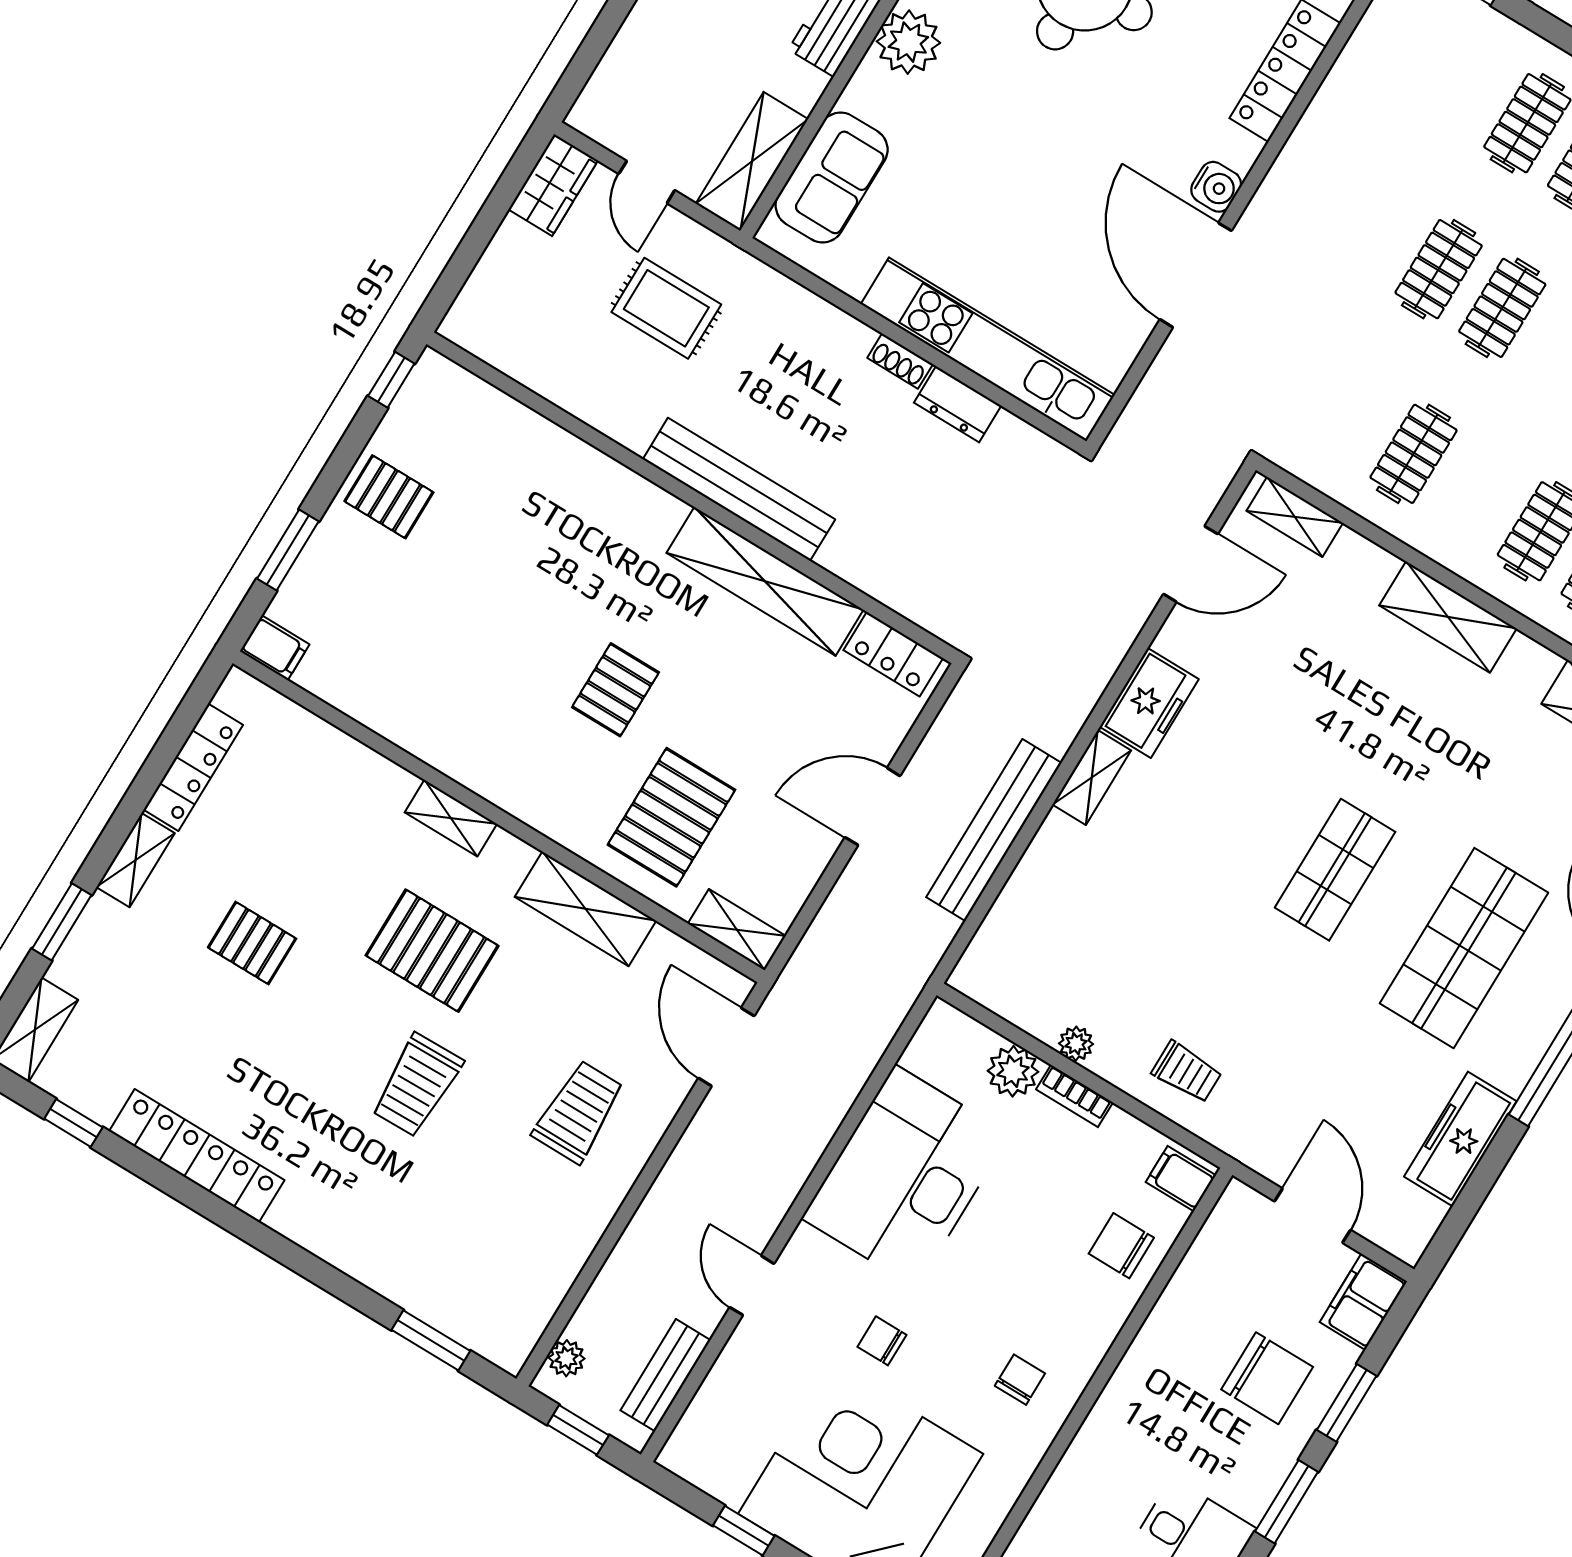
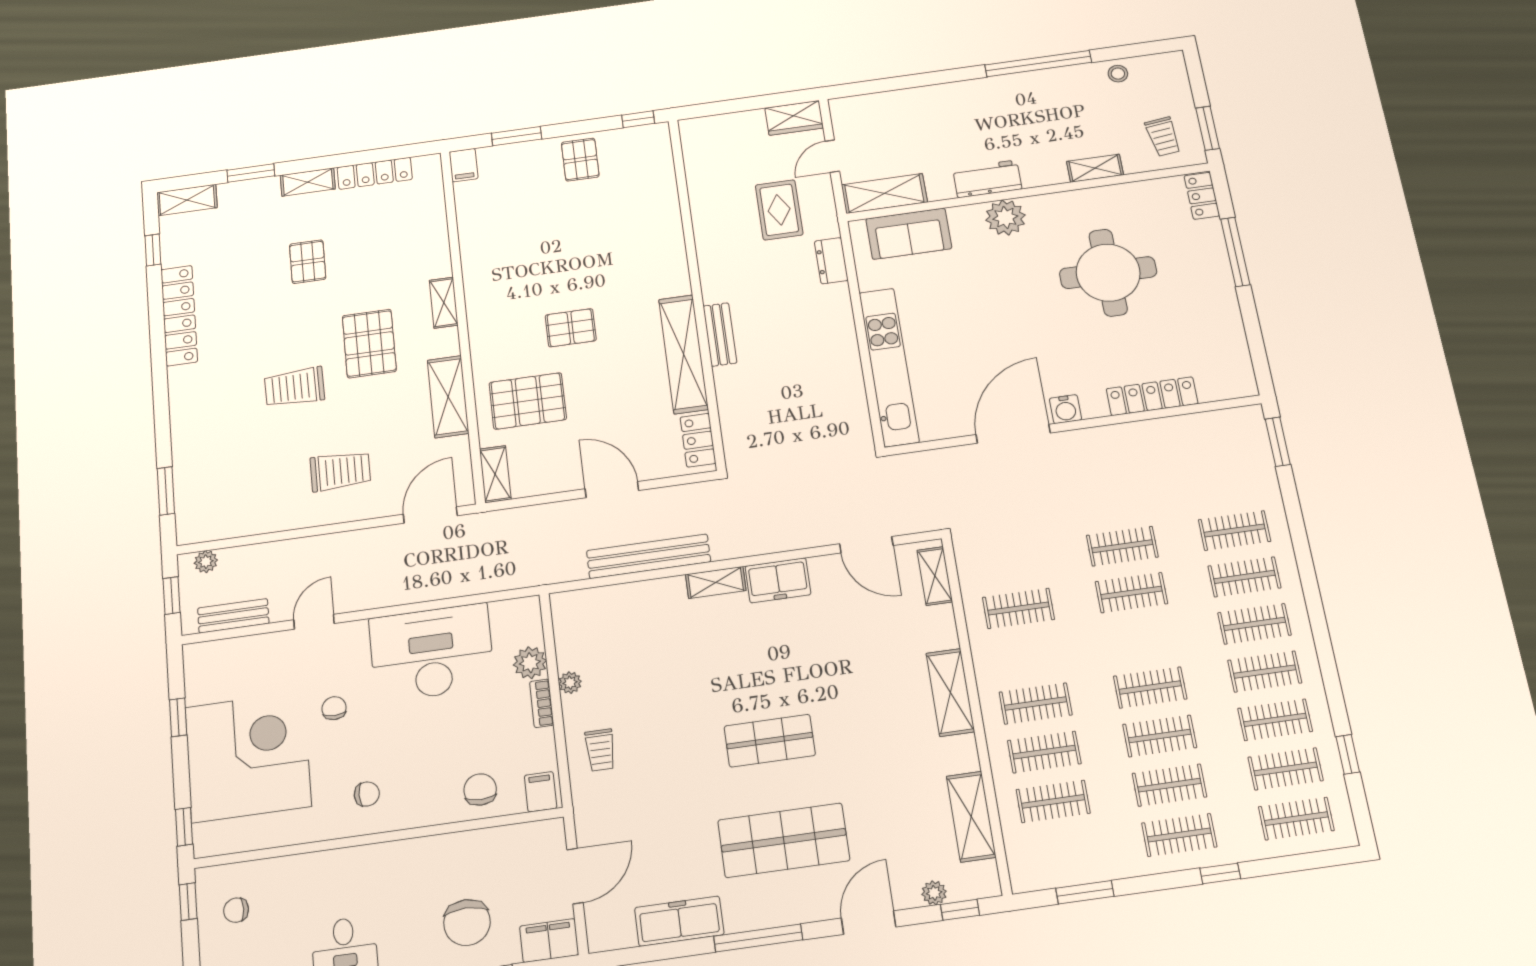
shoe rack: (900, 361) -> (847, 332), removed
dresser: (958, 404) -> (831, 261), moved
bench: (739, 489) -> (720, 334), width x0.54, depth x0.82

